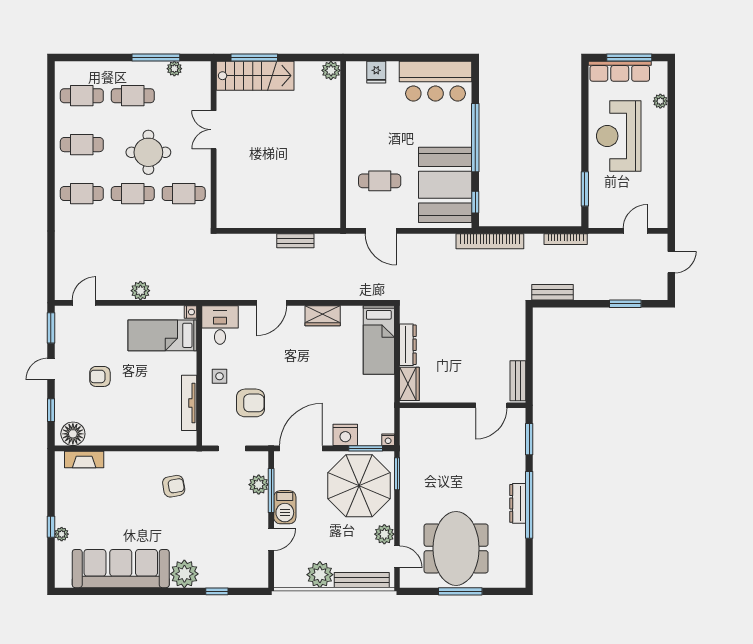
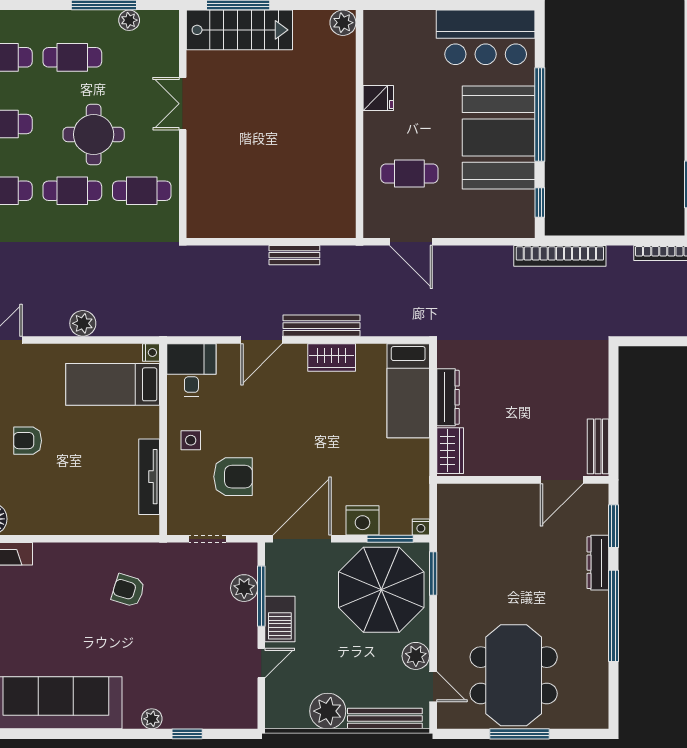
fridge: (376, 72) -> (378, 98), moved, turned -90
booth: (445, 185) -> (499, 137), moved
bench: (553, 292) -> (321, 326), moved, width x1.36
armchair: (174, 486) -> (128, 590), turned -153
dresser: (518, 503) -> (598, 563), moved
plant: (184, 574) -> (152, 719), width x0.53, depth x0.53

